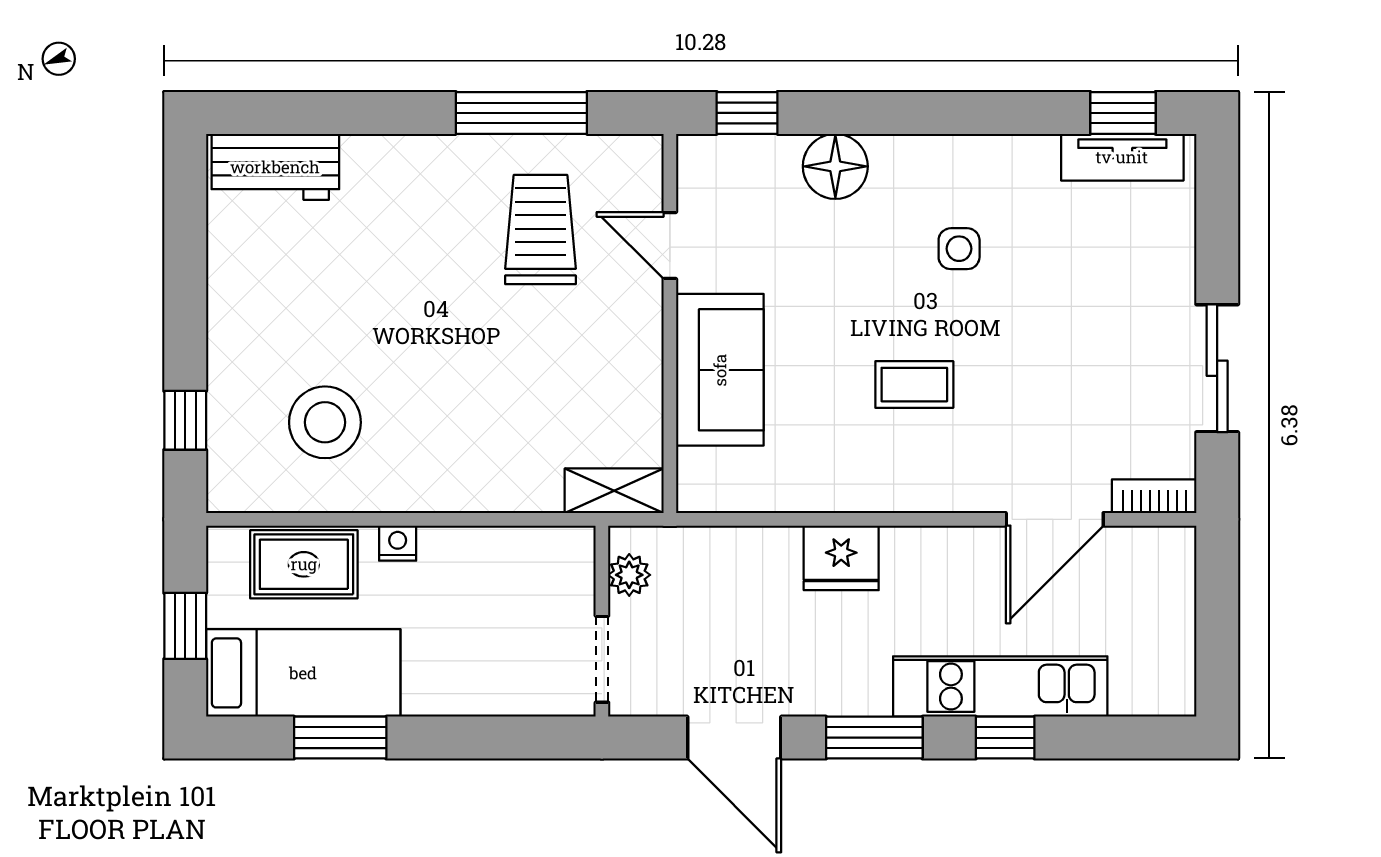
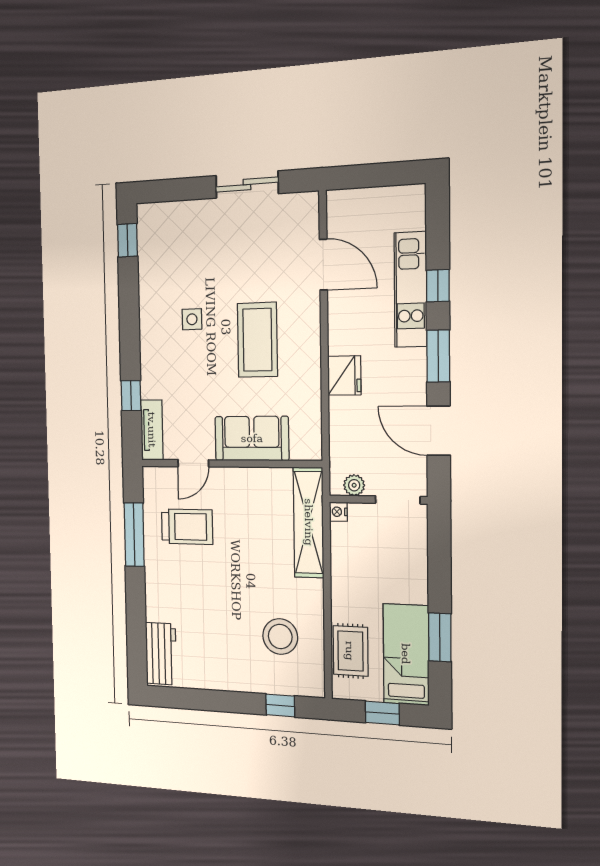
window: (747, 113) -> (131, 396), moved
tv unit: (1122, 157) -> (152, 430), moved
floor lamp: (835, 166) -> (155, 382), removed
trolley: (541, 230) -> (187, 527), turned 180
coffee table: (914, 385) -> (257, 340), width x1.86, depth x1.72
shelving: (614, 491) -> (309, 522), width x2.20, depth x1.33
bookcase: (1154, 496) -> (311, 213), removed
nightstand: (398, 543) -> (338, 512), moved
door: (734, 738) -> (439, 431), swing flipped

